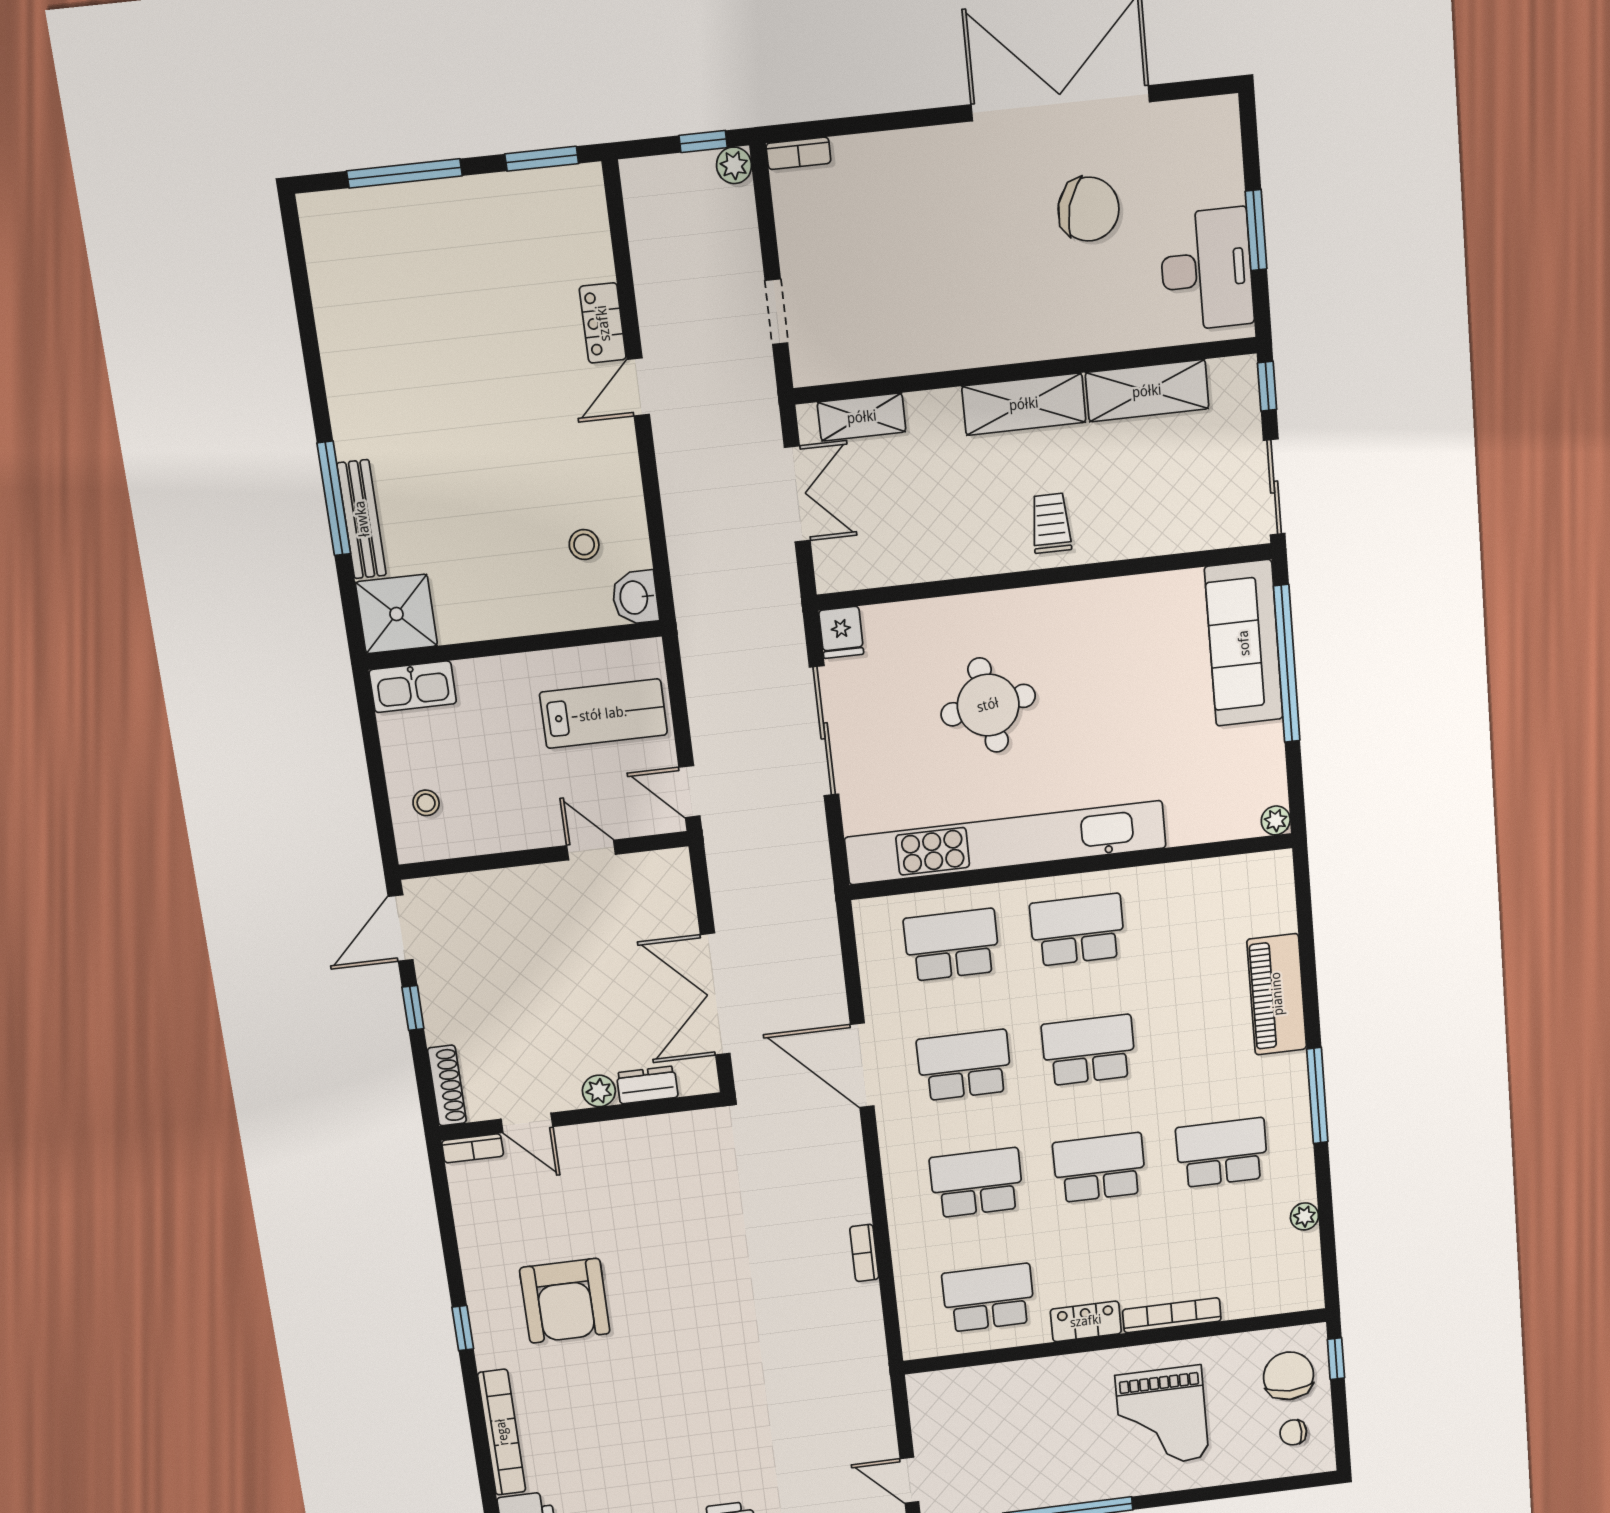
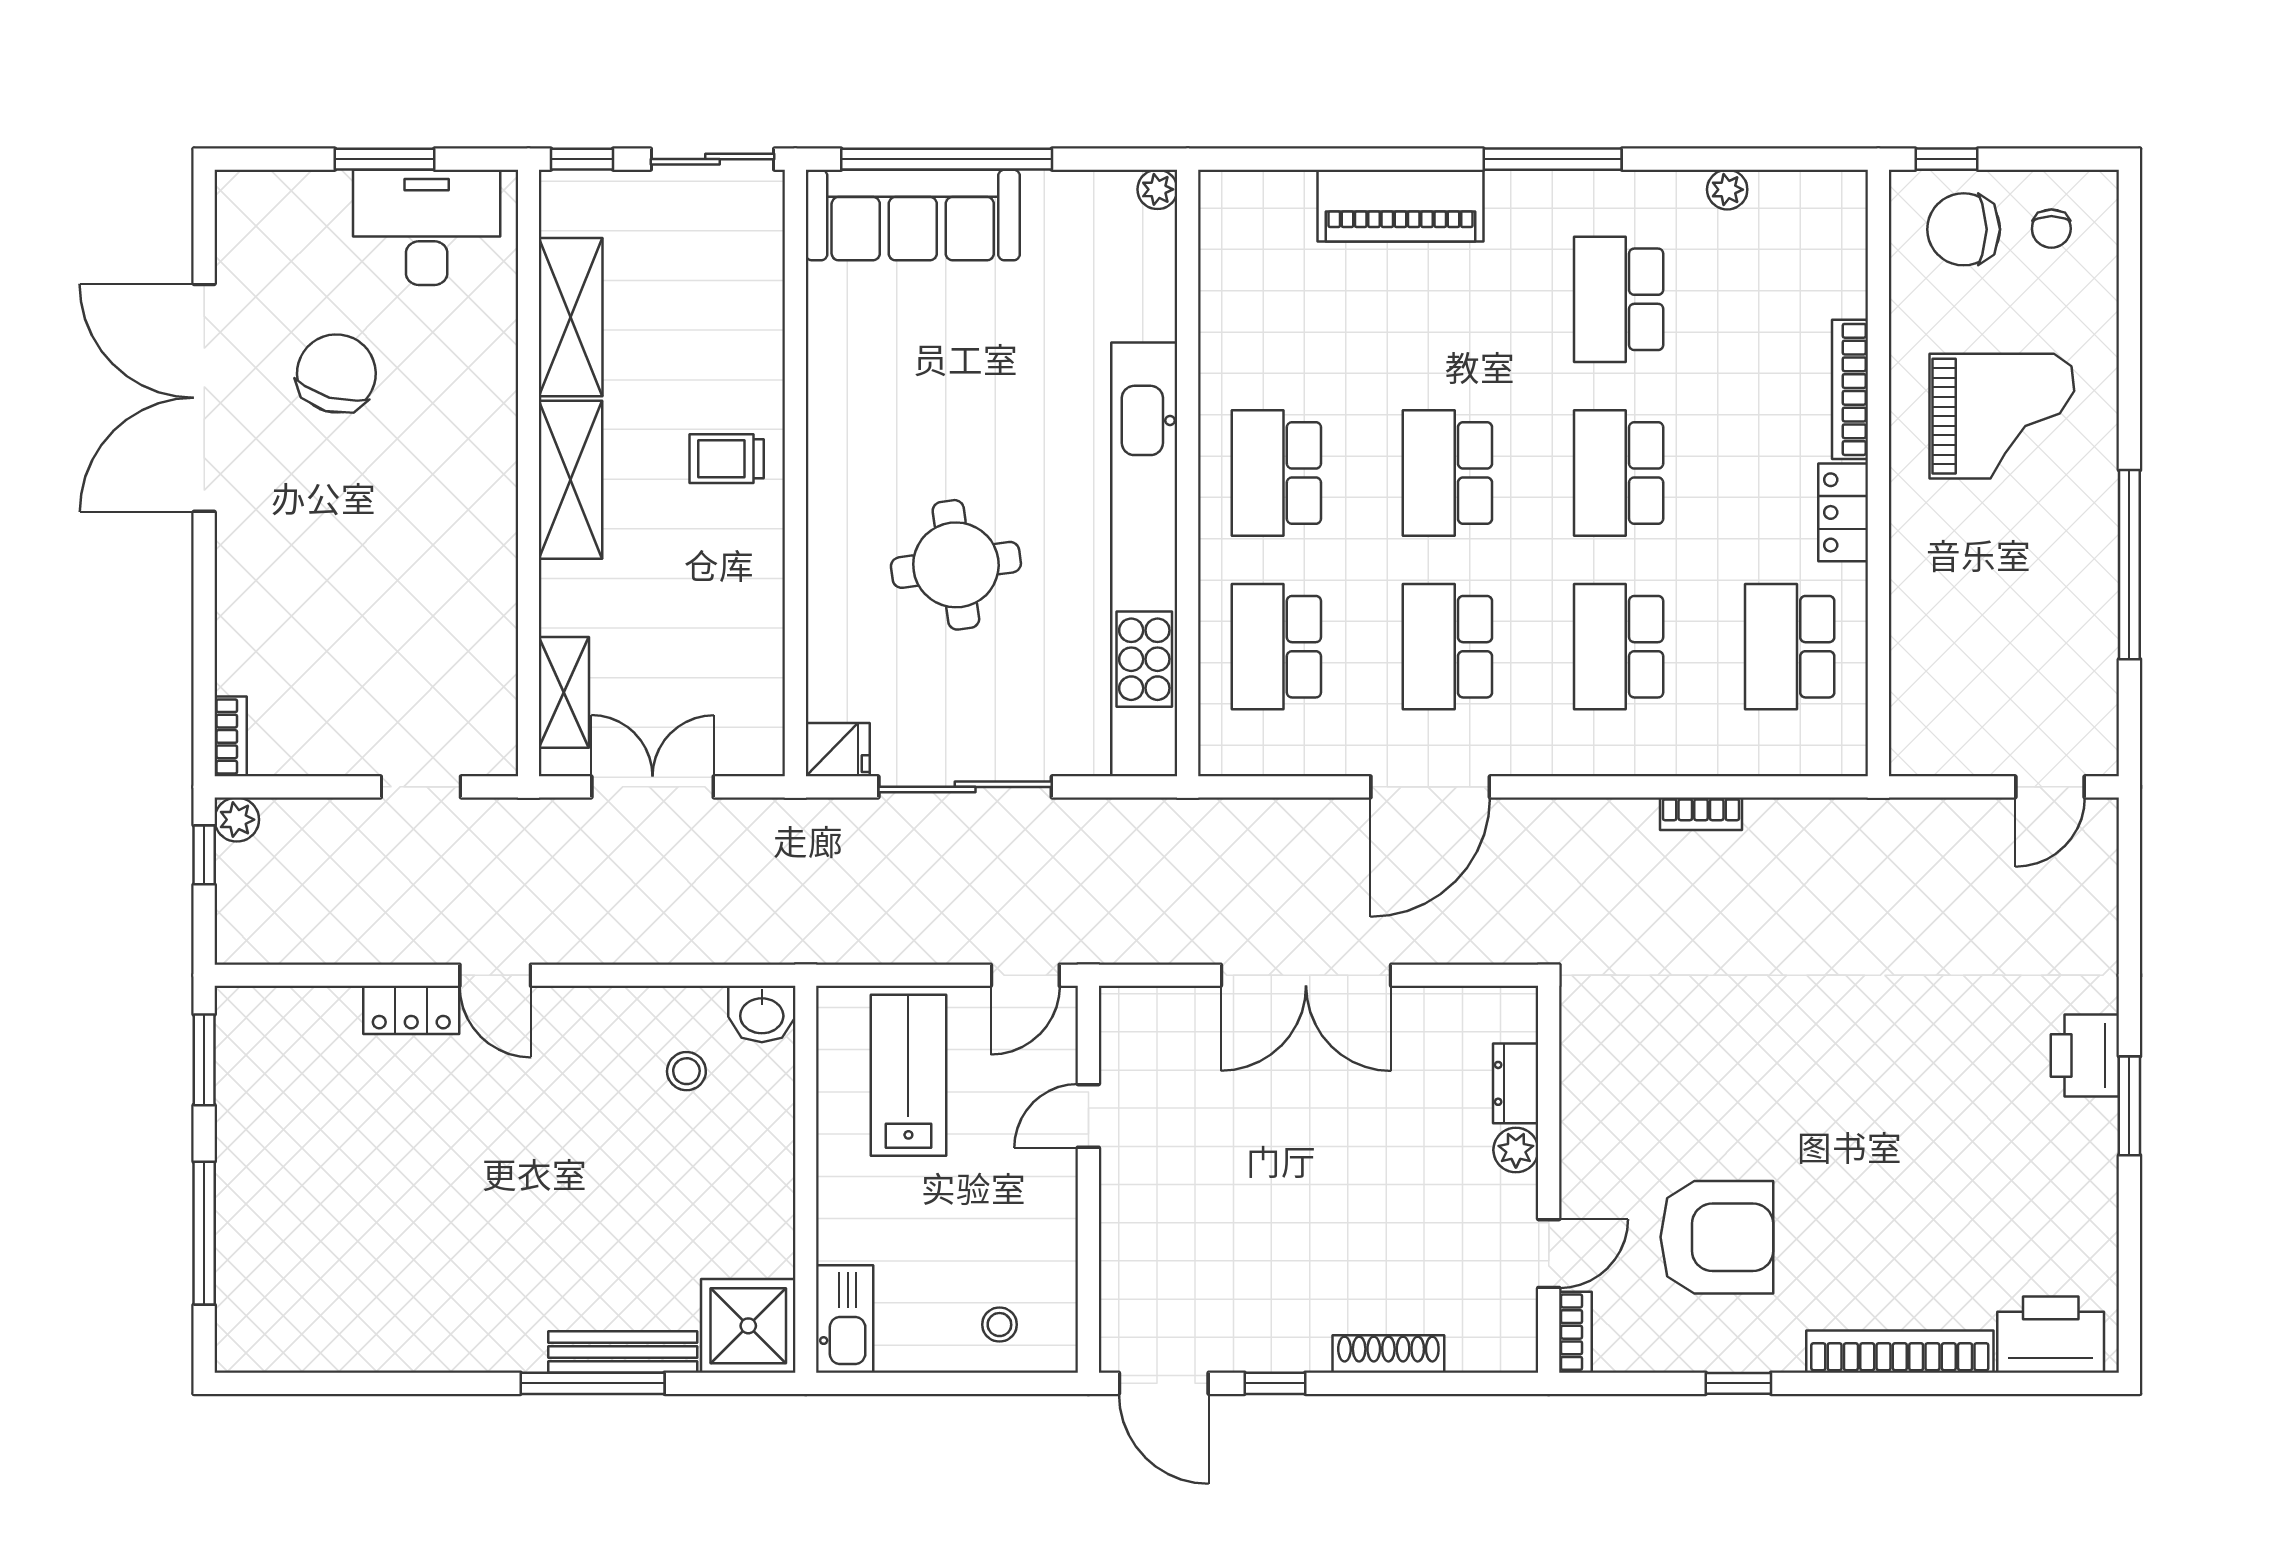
dresser: (647, 1085) -> (1516, 1083), moved
plant: (599, 1091) -> (1516, 1150), moved
wall: (581, 1116) -> (1549, 1179), moved
door: (527, 1123) -> (1549, 1254), moved
bookcase: (473, 1148) -> (1575, 1332), moved

